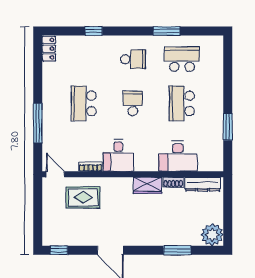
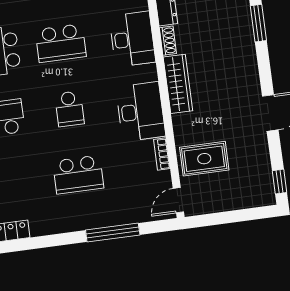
school desk: (133, 103) -> (69, 109), turned -90
desk: (118, 155) -> (141, 112), width x1.37
wardrobe: (148, 185) -> (178, 84), width x1.50
rug: (83, 197) -> (204, 159), turned 90

